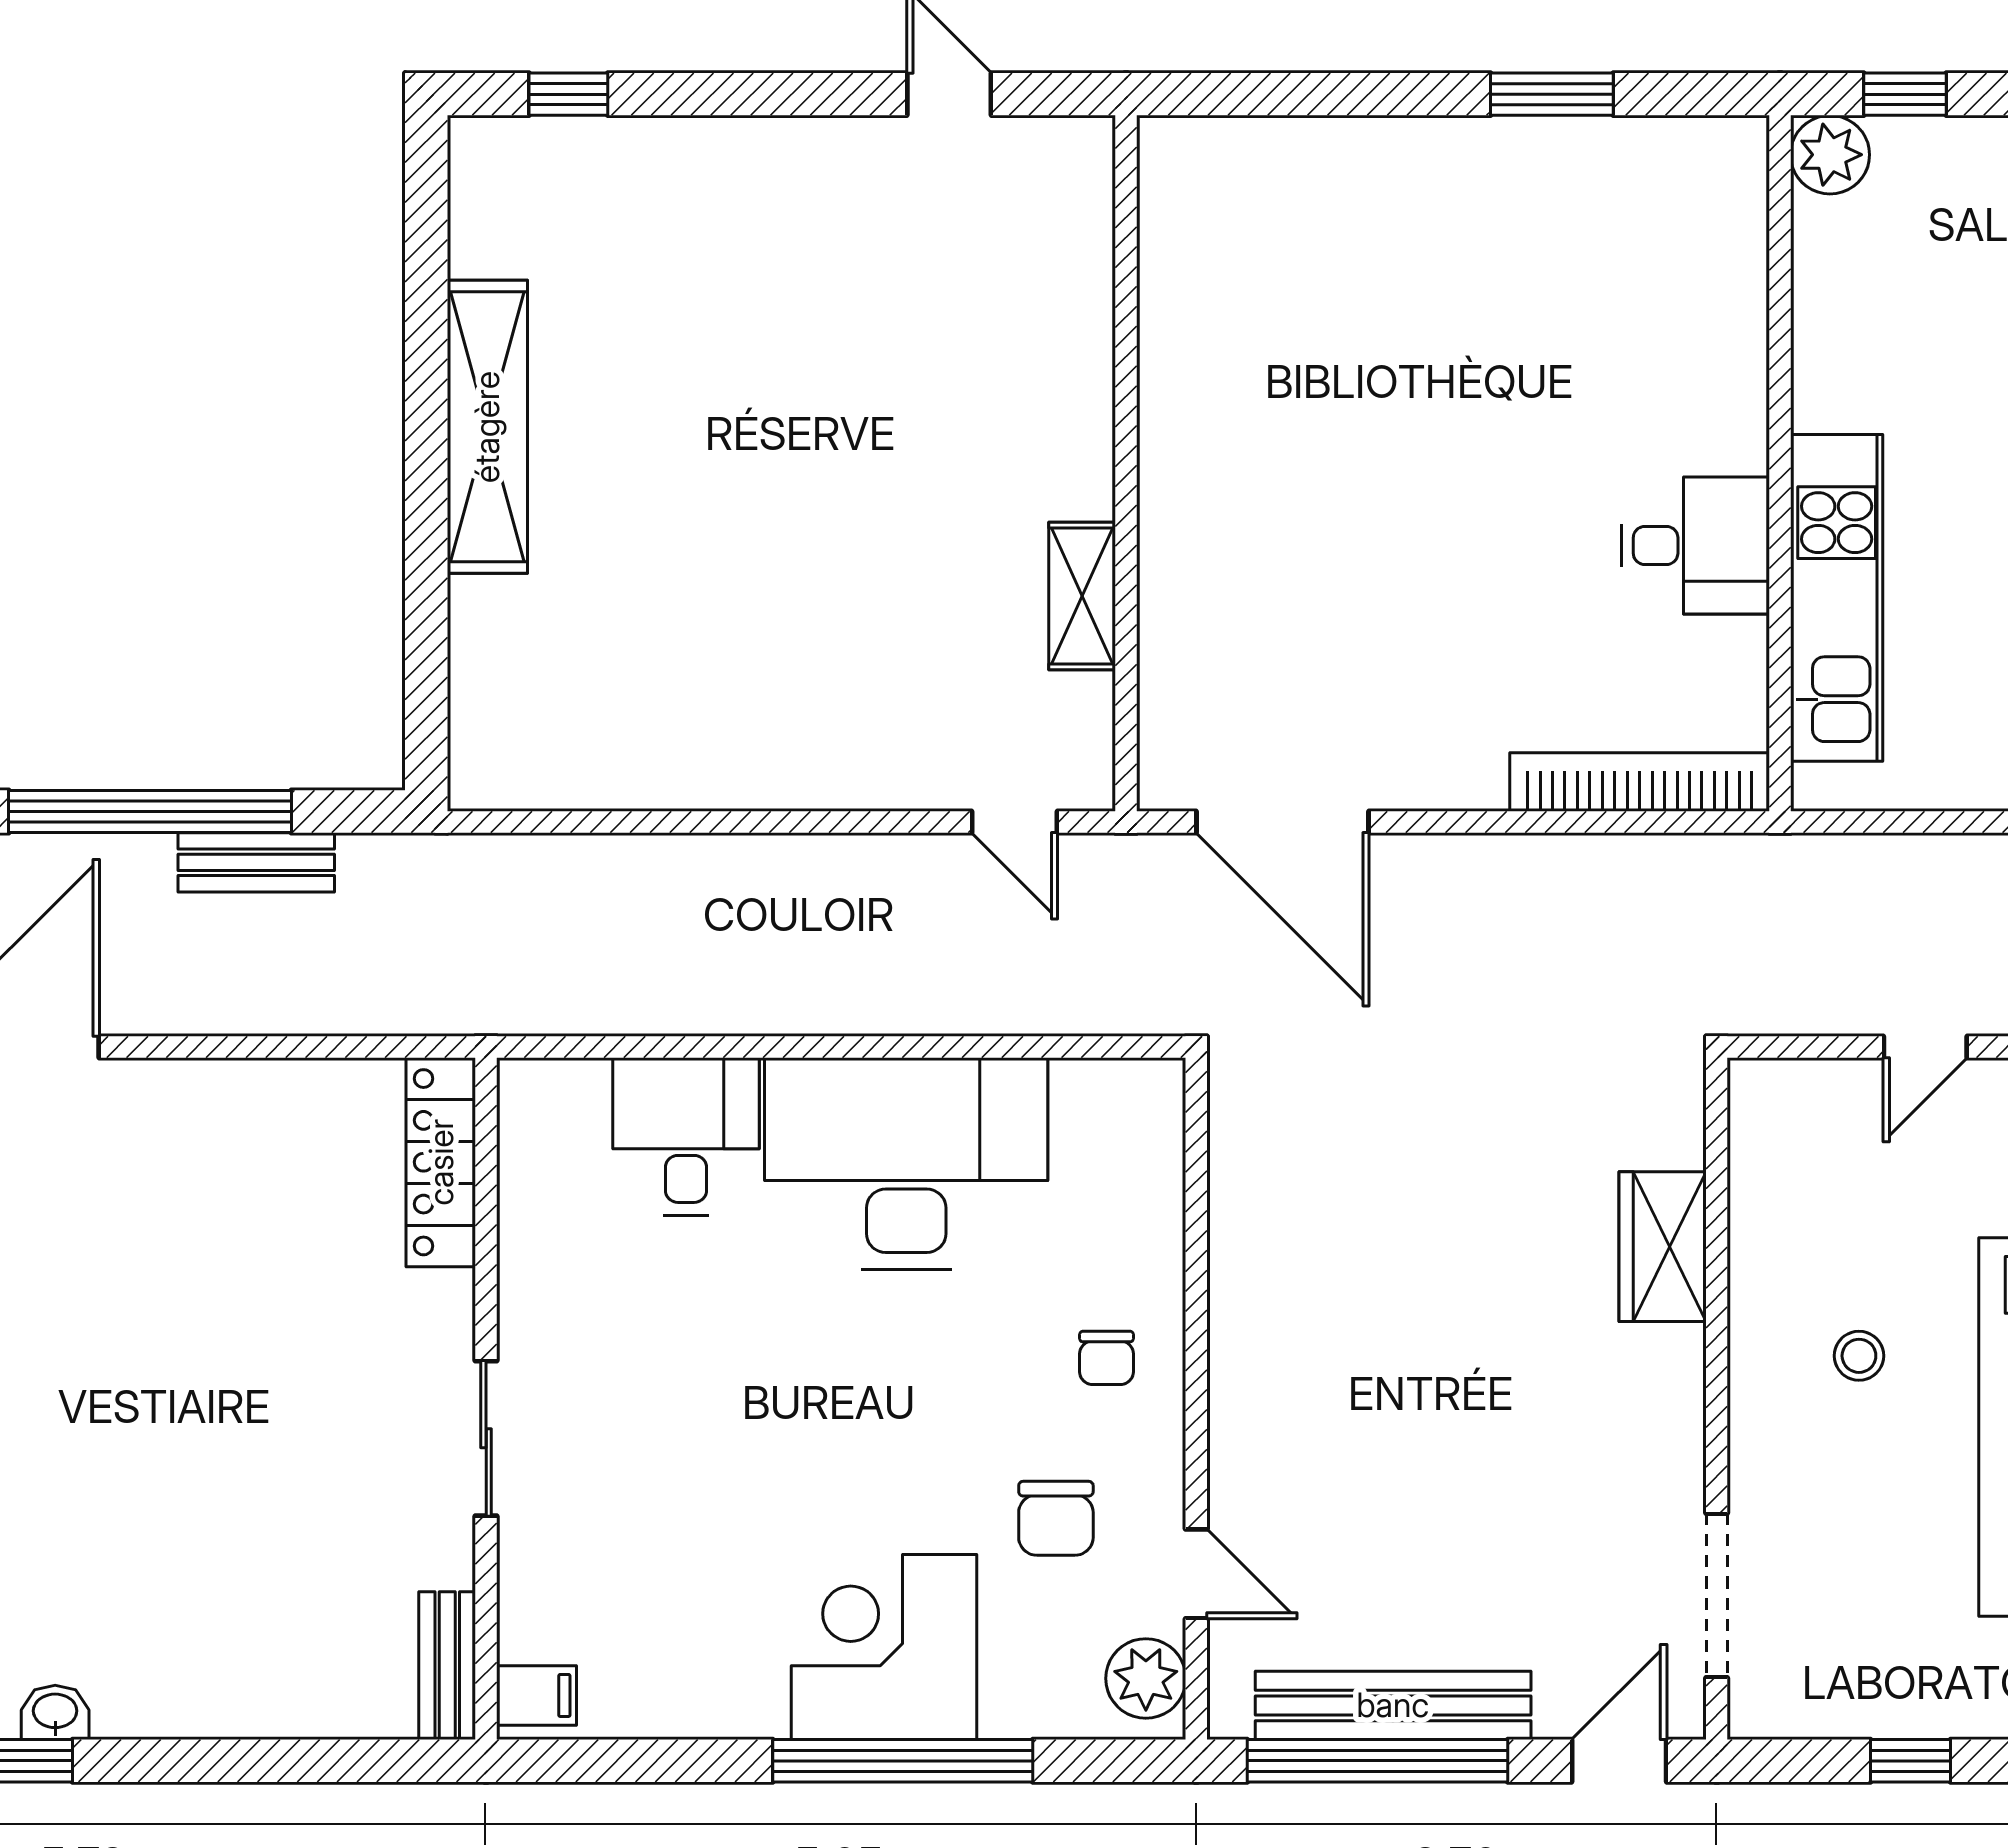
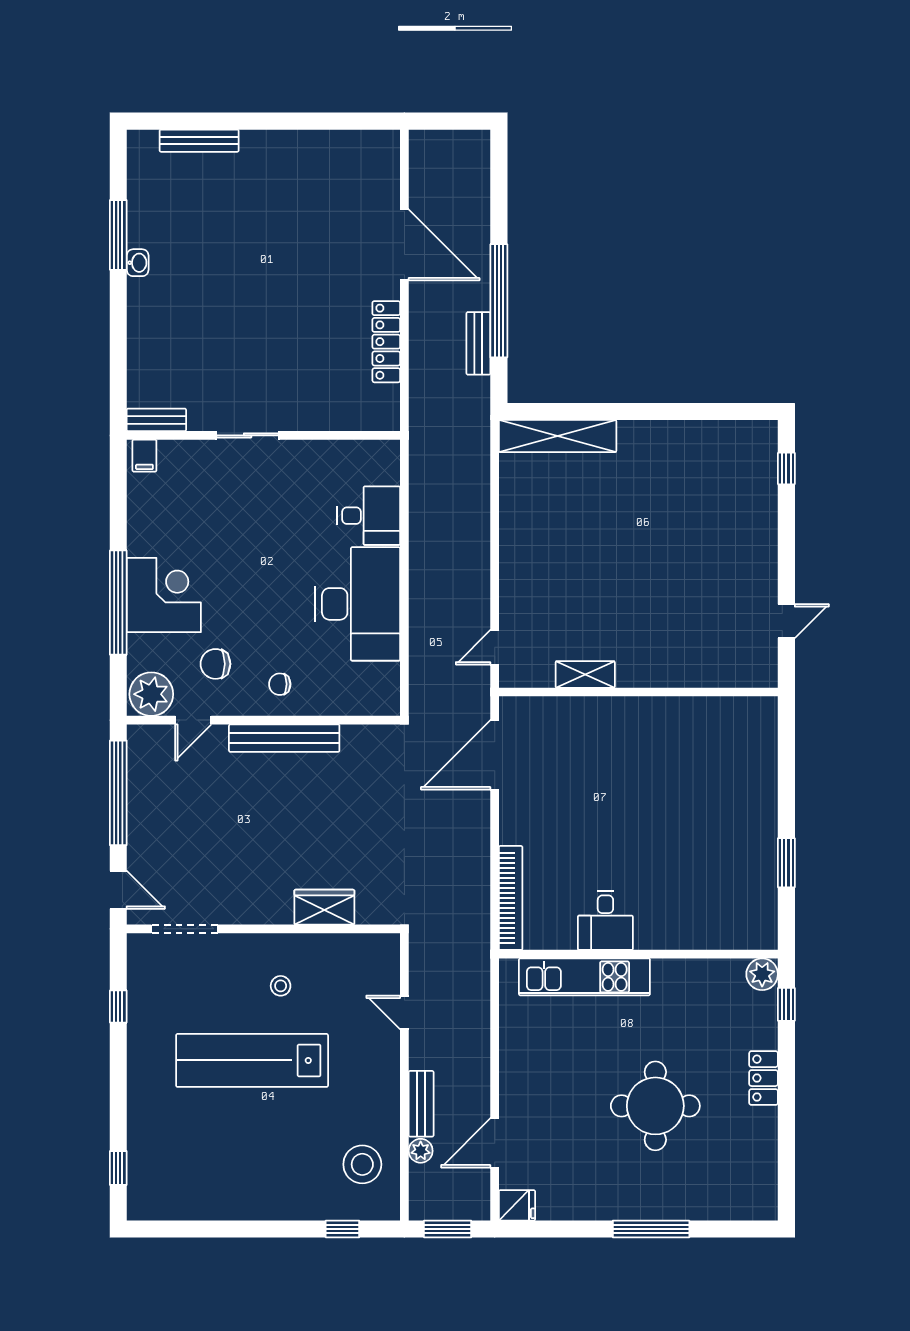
shelving: (487, 427) -> (558, 436), moved
locker: (441, 1162) -> (386, 342), moved, turned -90
plant: (1146, 1678) -> (151, 694), width x1.36, depth x1.36
bench: (1393, 1705) -> (284, 738), moved, turned 90

